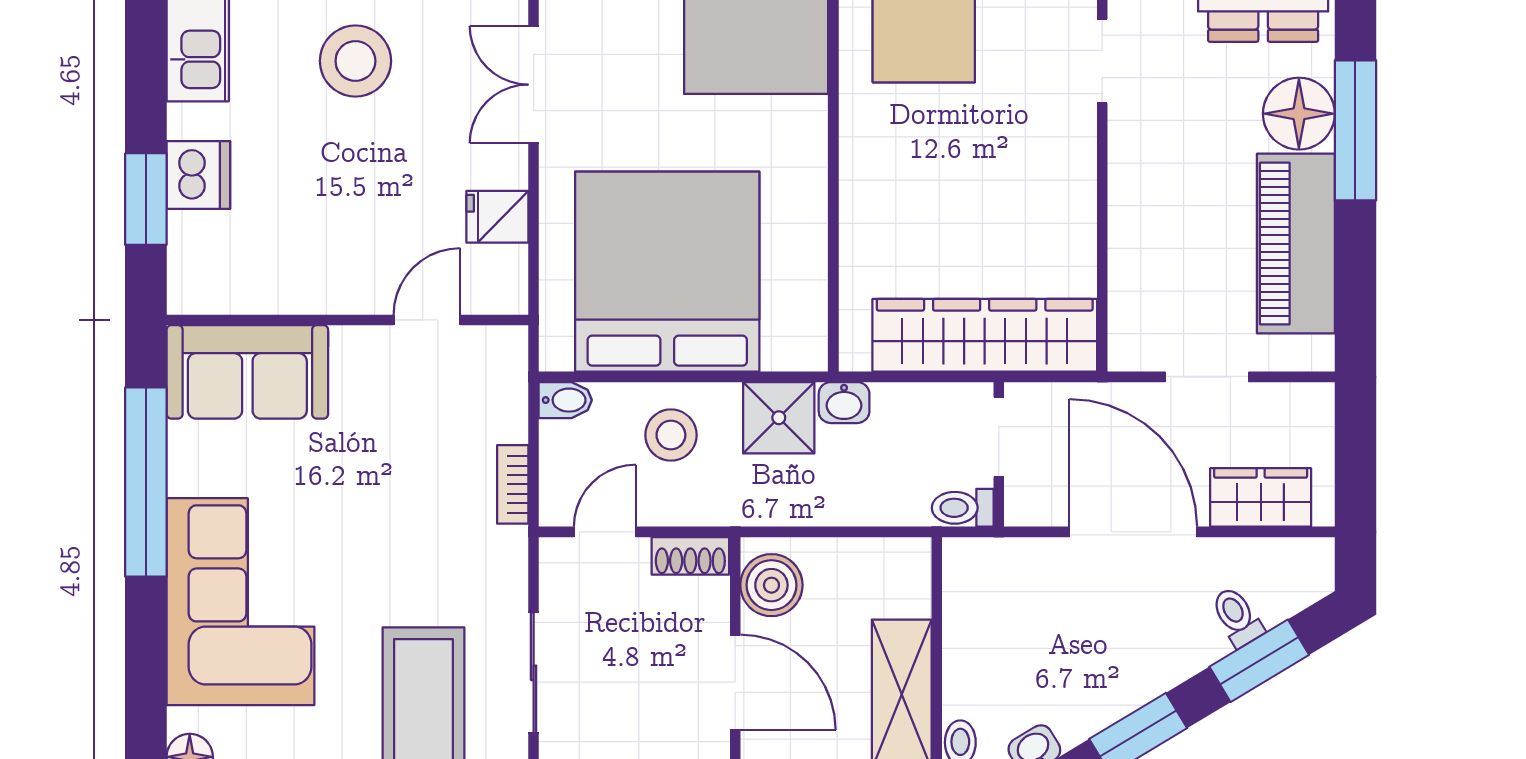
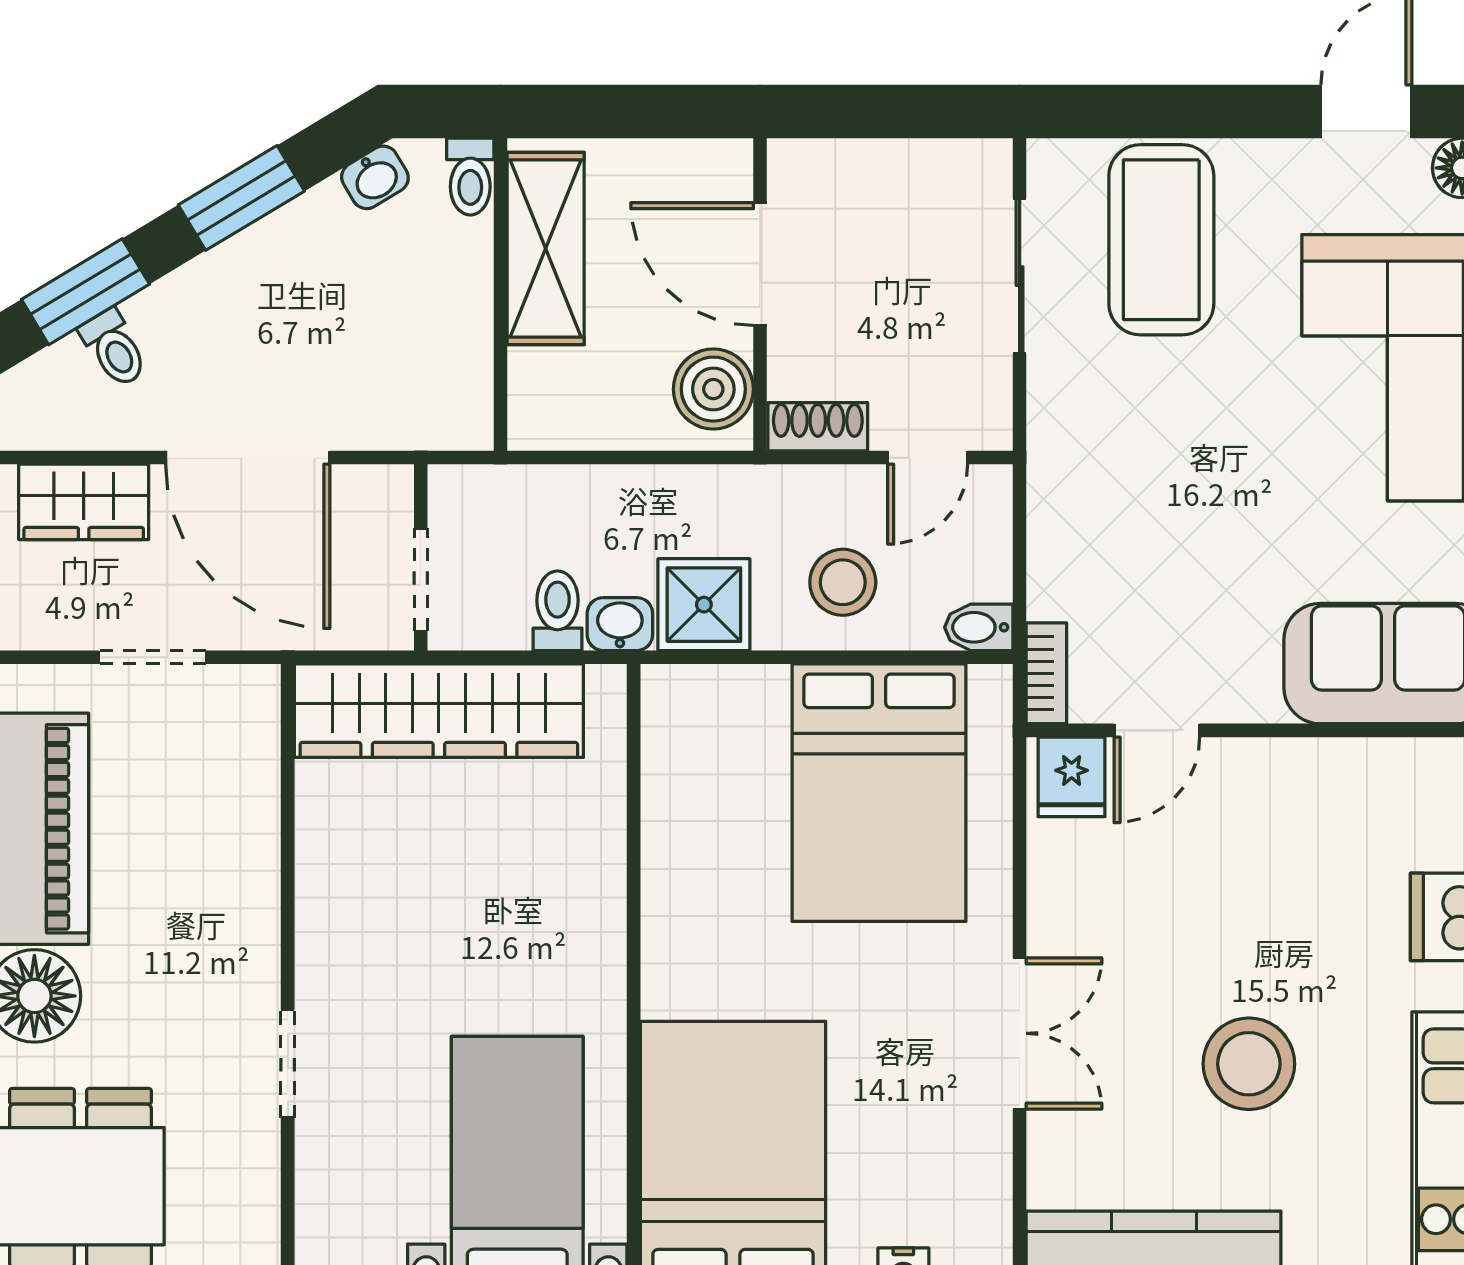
fridge: (497, 217) -> (1072, 777), moved, turned 90
bed: (667, 272) -> (879, 793), width x0.73
bookcase: (513, 484) -> (1046, 673), moved
toilet: (963, 508) -> (557, 611), moved, turned -90

